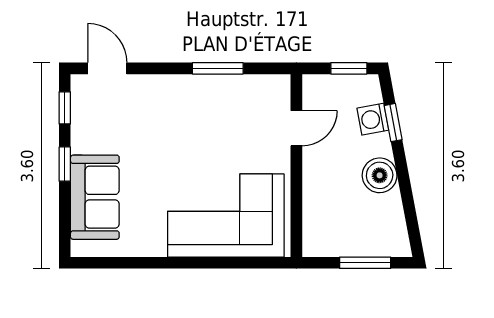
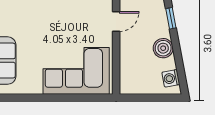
washing machine: (373, 119) -> (171, 78), moved
window: (365, 263) -> (155, 98), removed

